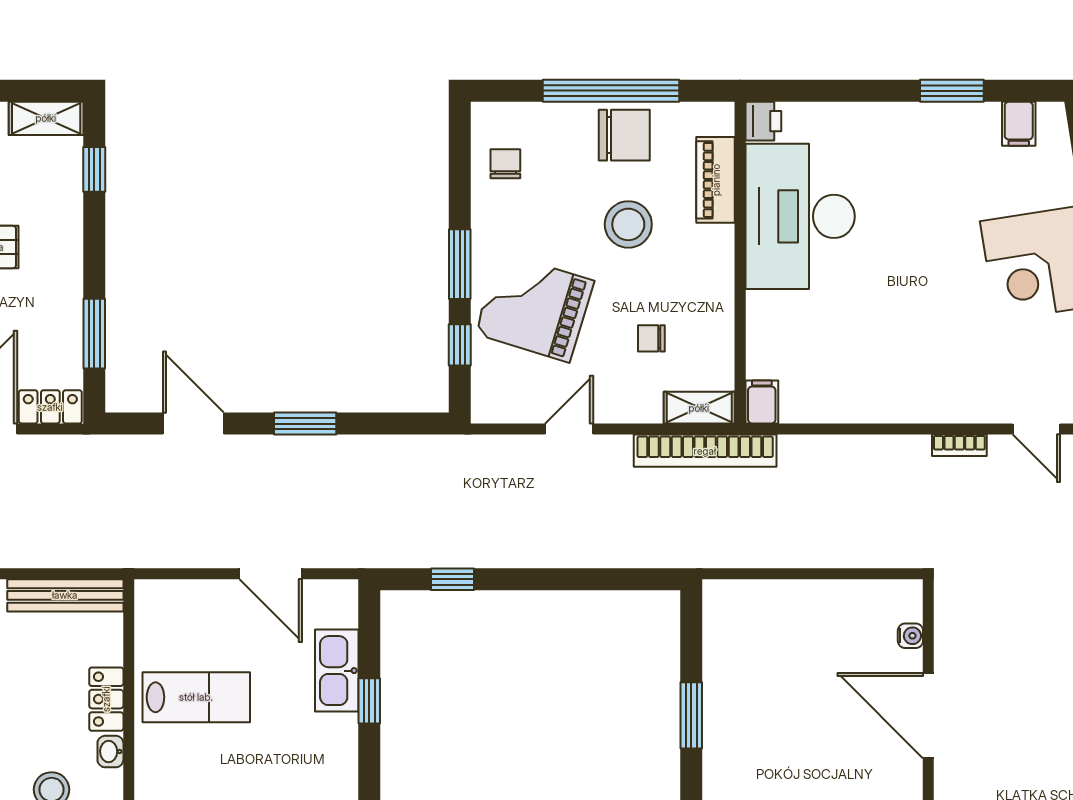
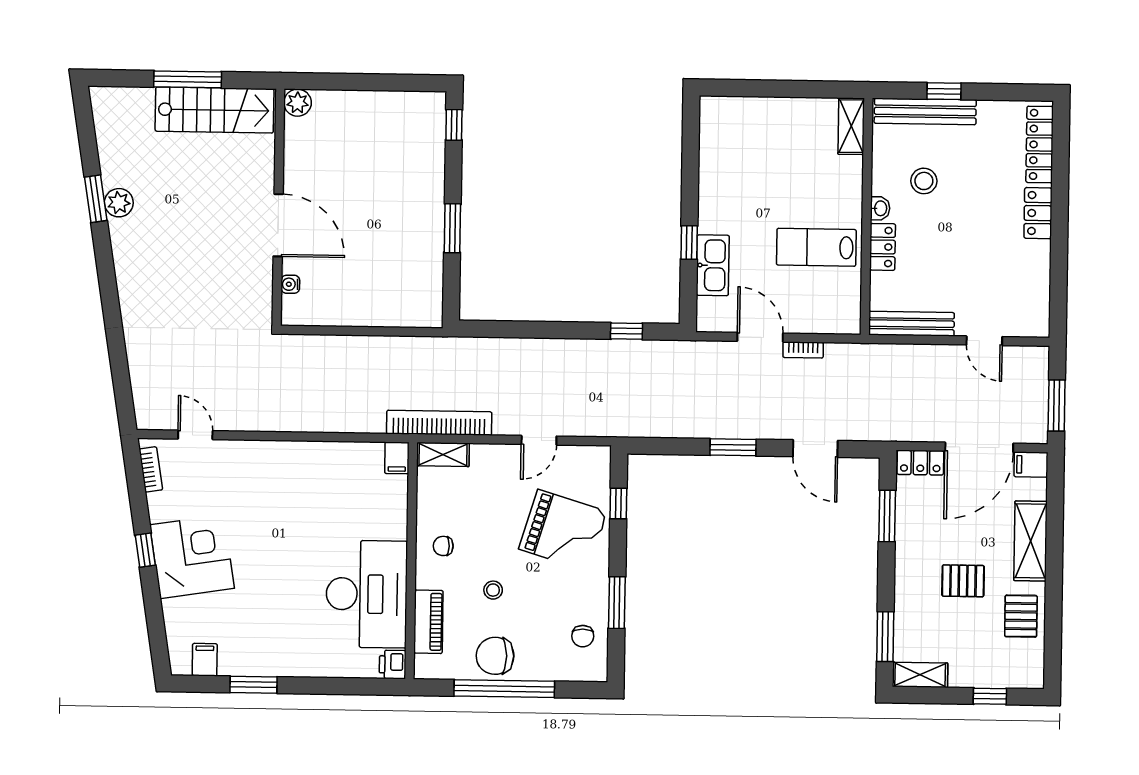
window: (94, 169) -> (885, 637), width x1.50
stool: (628, 224) -> (493, 590), width x0.53, depth x0.53
window: (460, 264) -> (617, 603), moved
chair: (651, 338) -> (443, 546), moved, turned 180
bookcase: (959, 445) -> (803, 350), moved, turned 180

